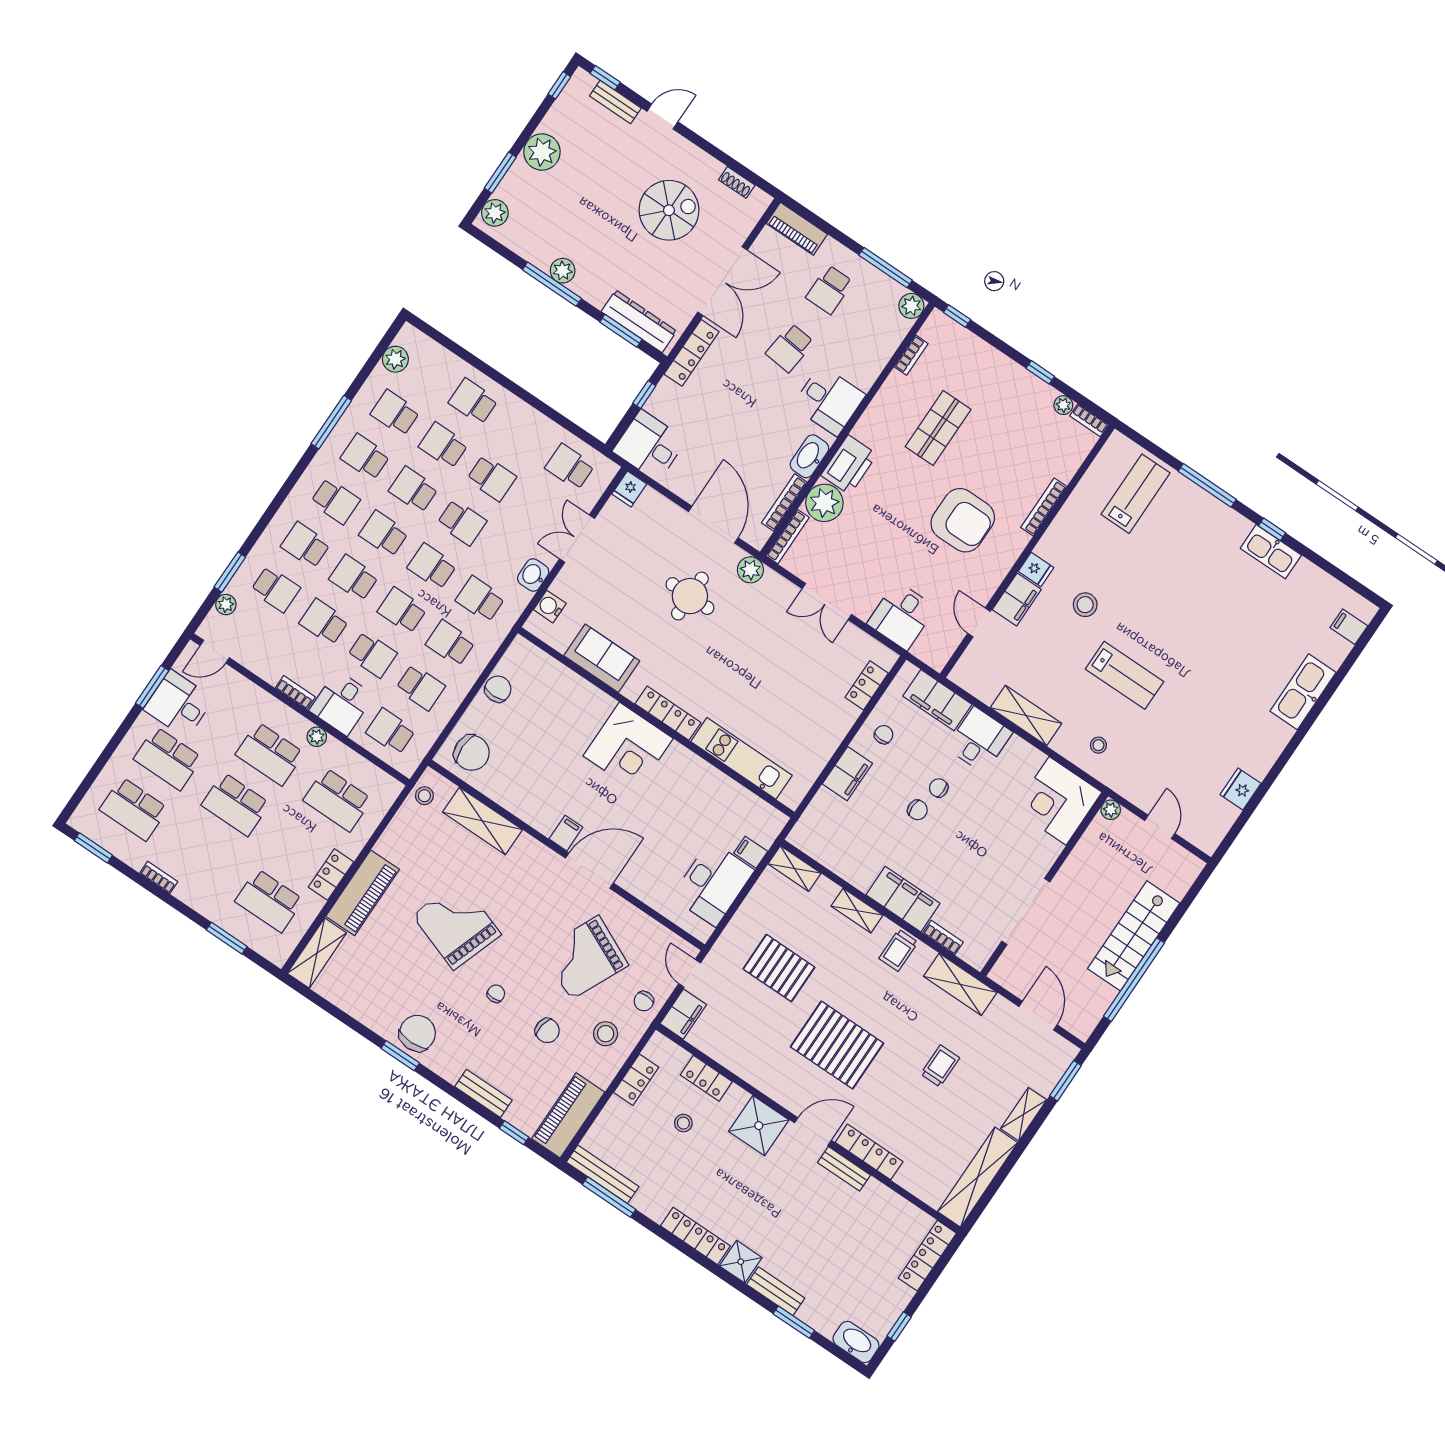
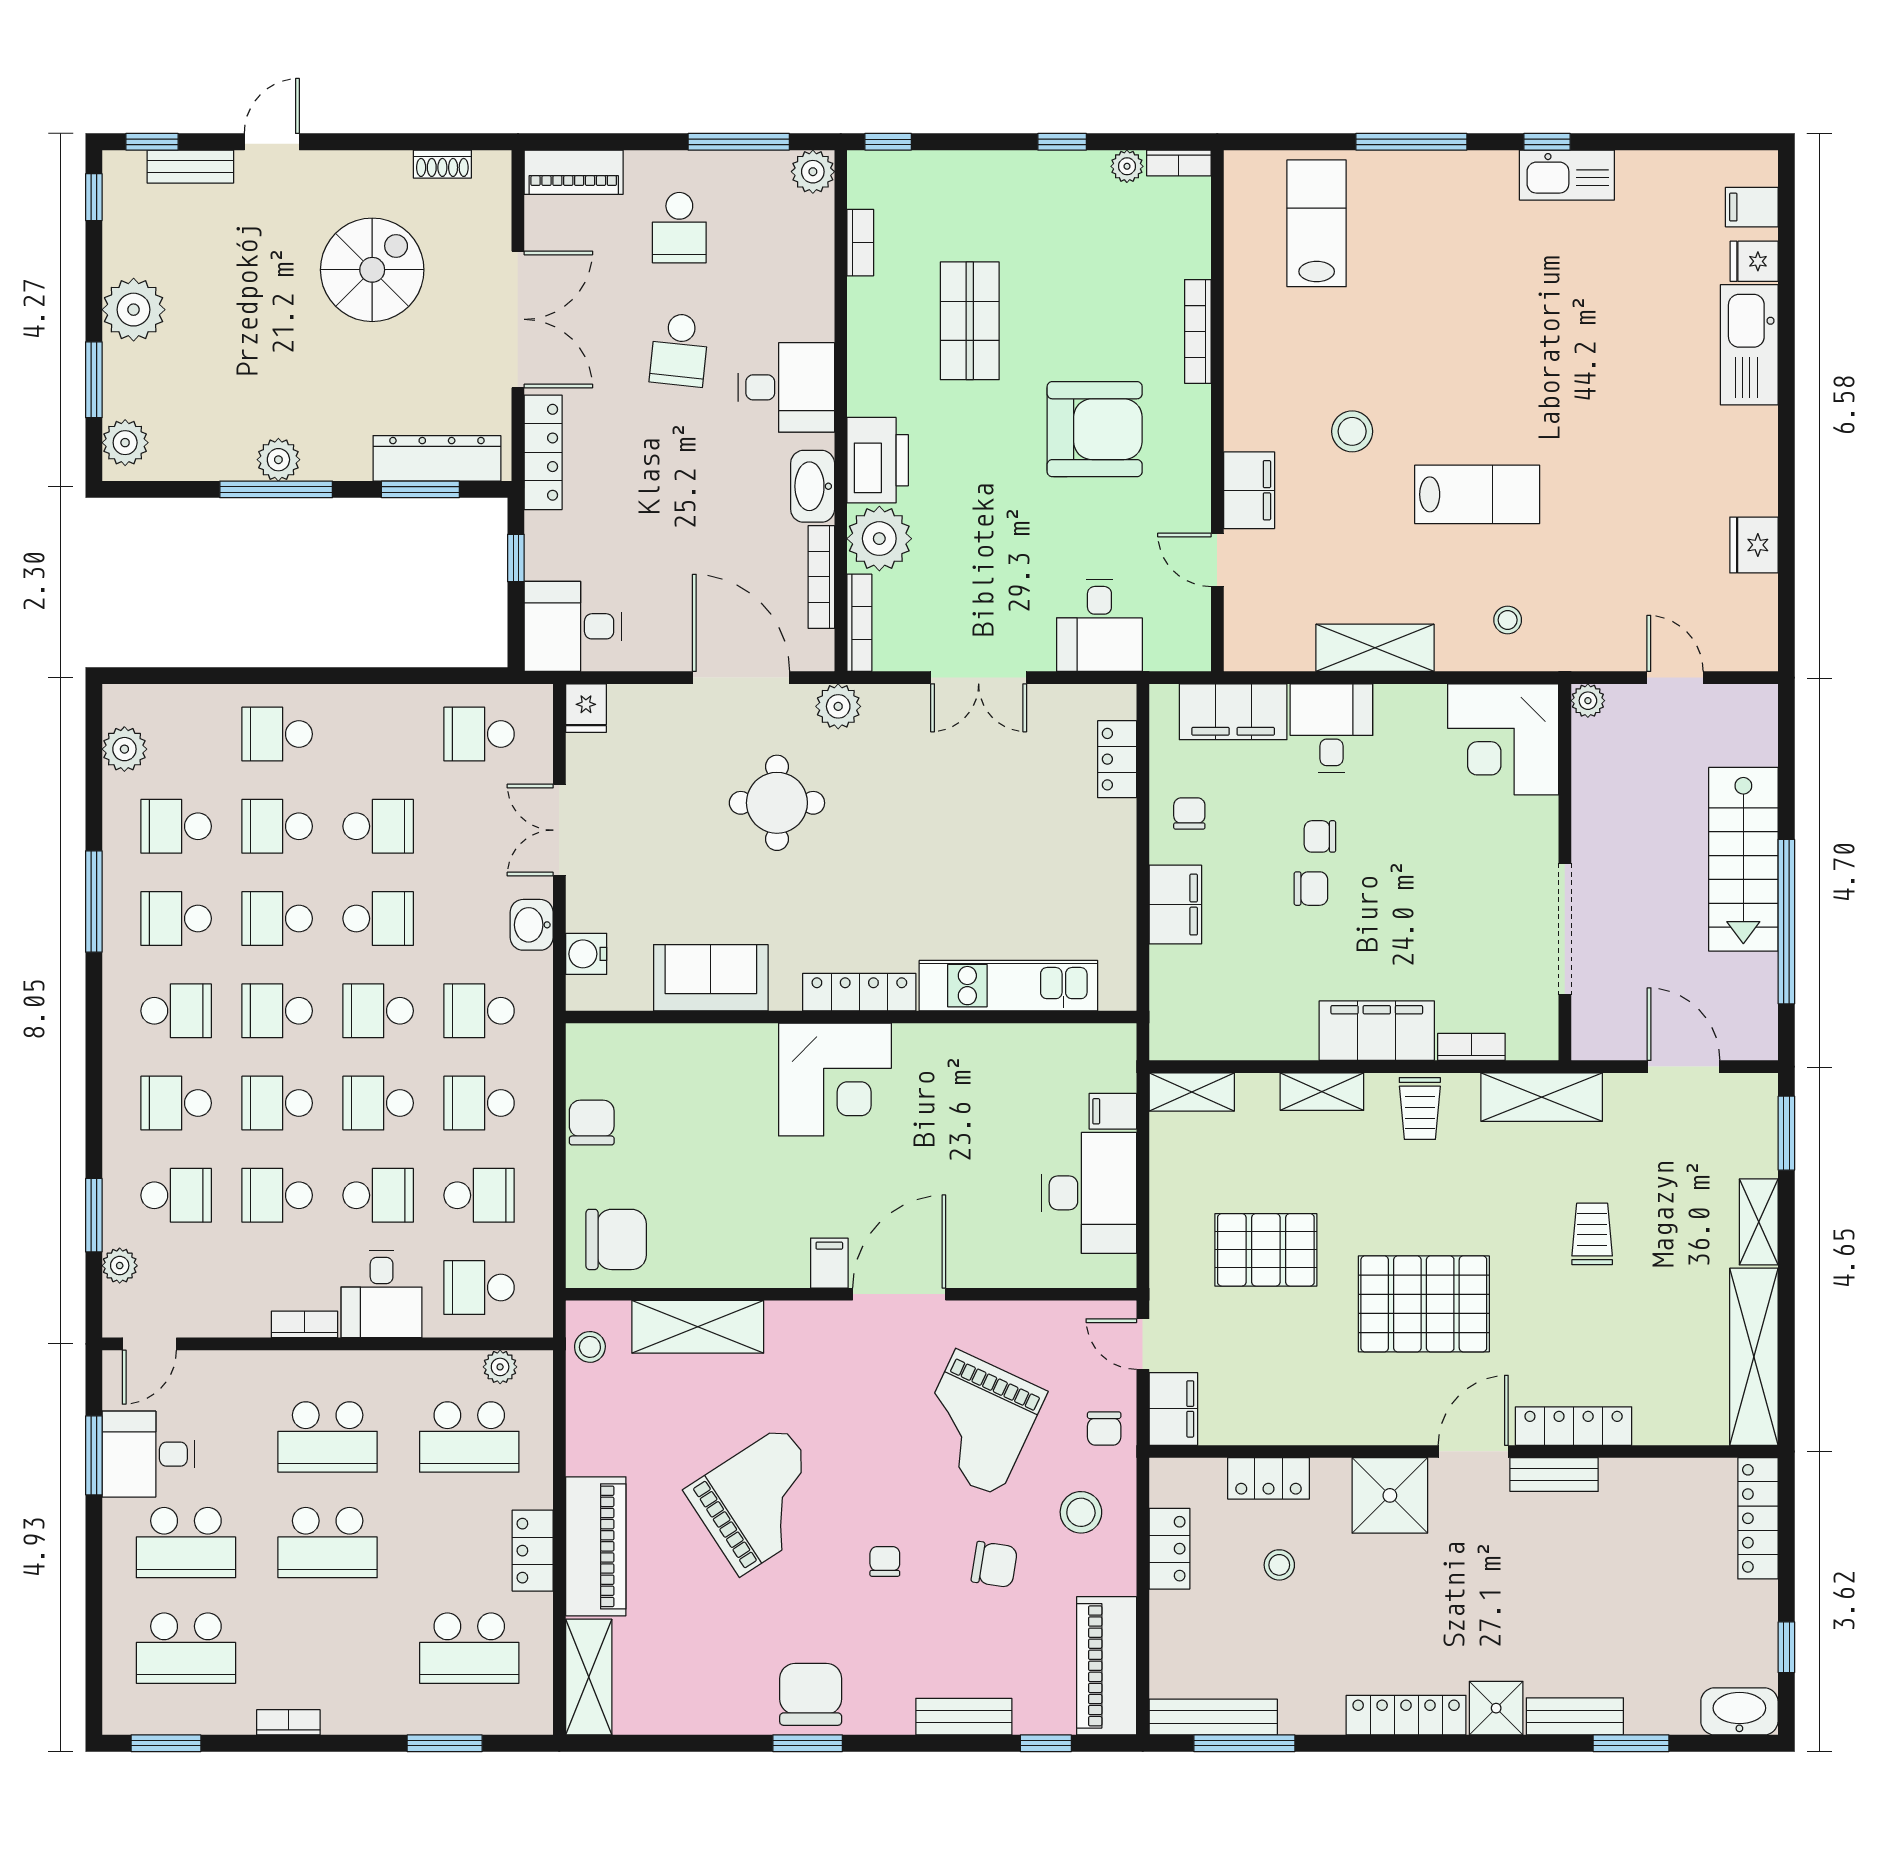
fridge: (1036, 569) -> (1754, 261), moved, turned 180
plant: (317, 737) -> (500, 1367), moved
grand piano: (457, 925) -> (762, 1501), turned 128

